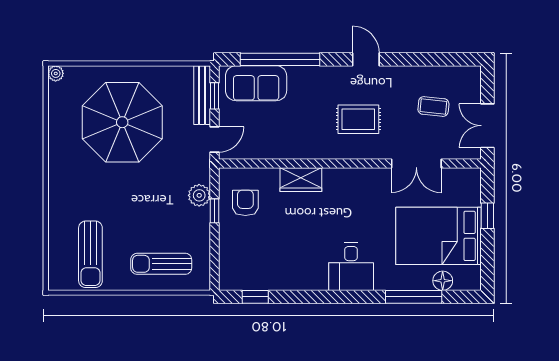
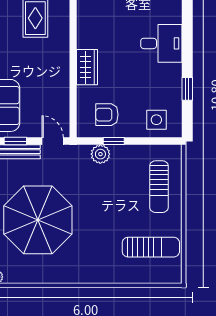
side table: (239, 261) -> (156, 120), added
desk: (351, 267) -> (161, 43), moved
window: (255, 297) -> (187, 89), moved

